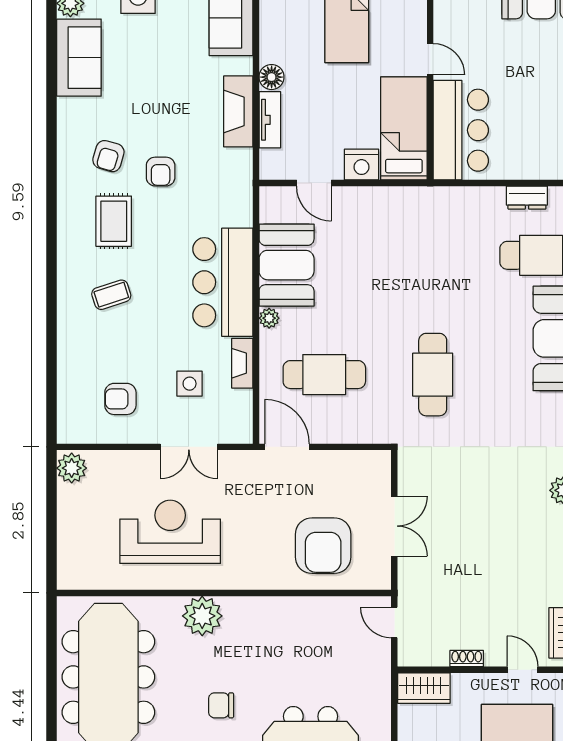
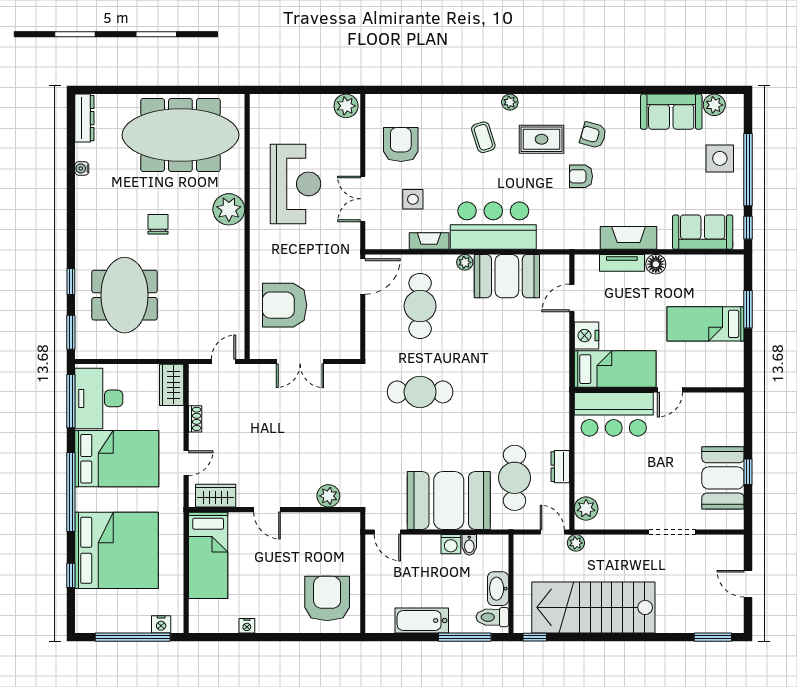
plant: (67, 261) -> (510, 102), added
armchair: (120, 399) -> (401, 144), width x1.38, depth x1.38

